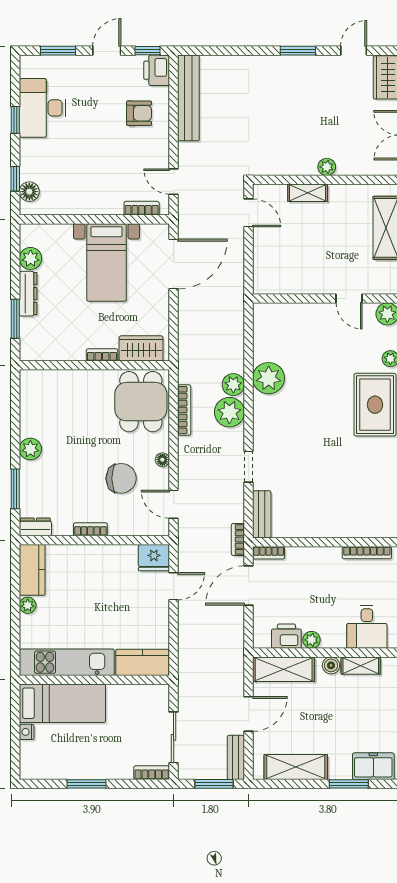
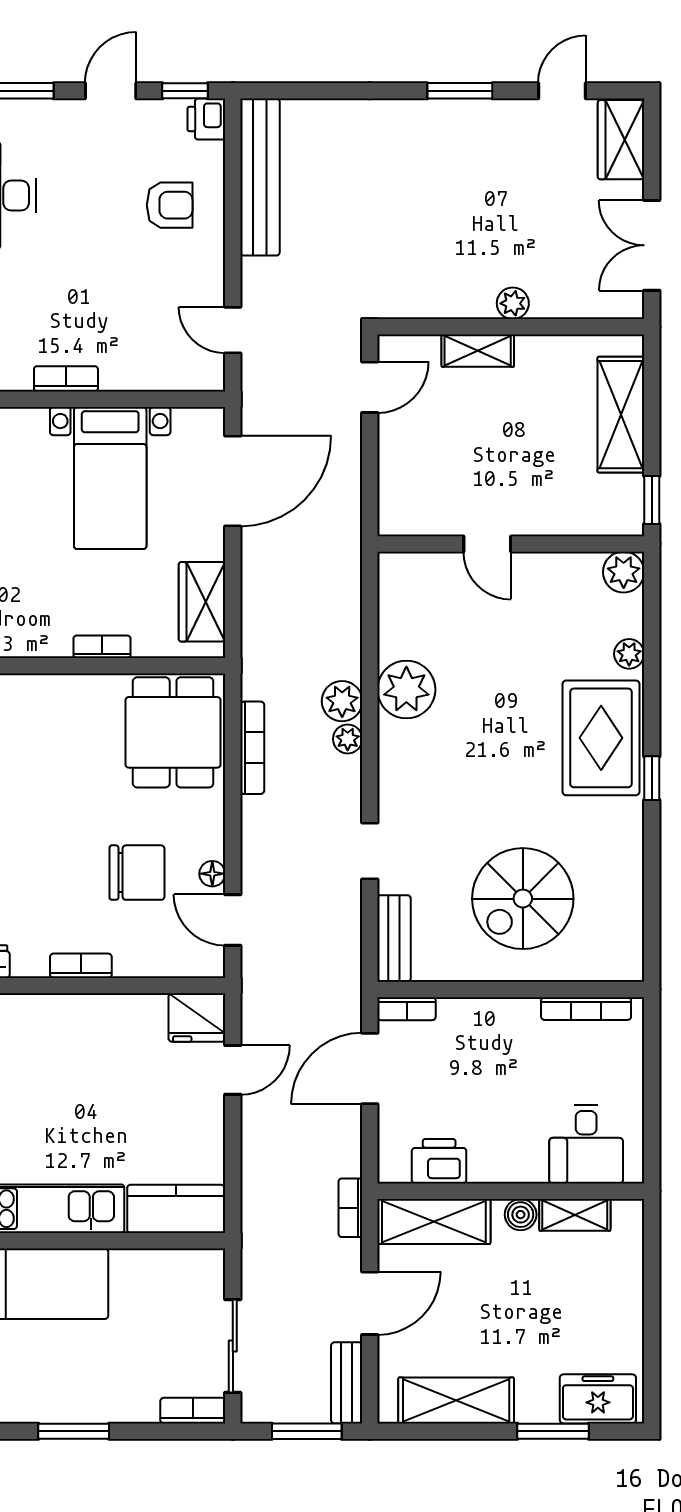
printer: (157, 70) -> (206, 119), width x0.73, depth x0.81
bookcase: (142, 208) -> (66, 379), moved
door: (249, 213) -> (370, 387), hinge flipped
door: (349, 299) -> (487, 544), moved
wardrobe: (141, 348) -> (202, 602), moved, turned -90
plant: (229, 412) -> (348, 739), width x0.53, depth x0.53
floor lamp: (162, 460) -> (212, 874), moved
spiral stairs: (332, 493) -> (523, 899), added
bookcase: (238, 539) -> (350, 1208), moved
plant: (311, 640) -> (485, 1168), removed

